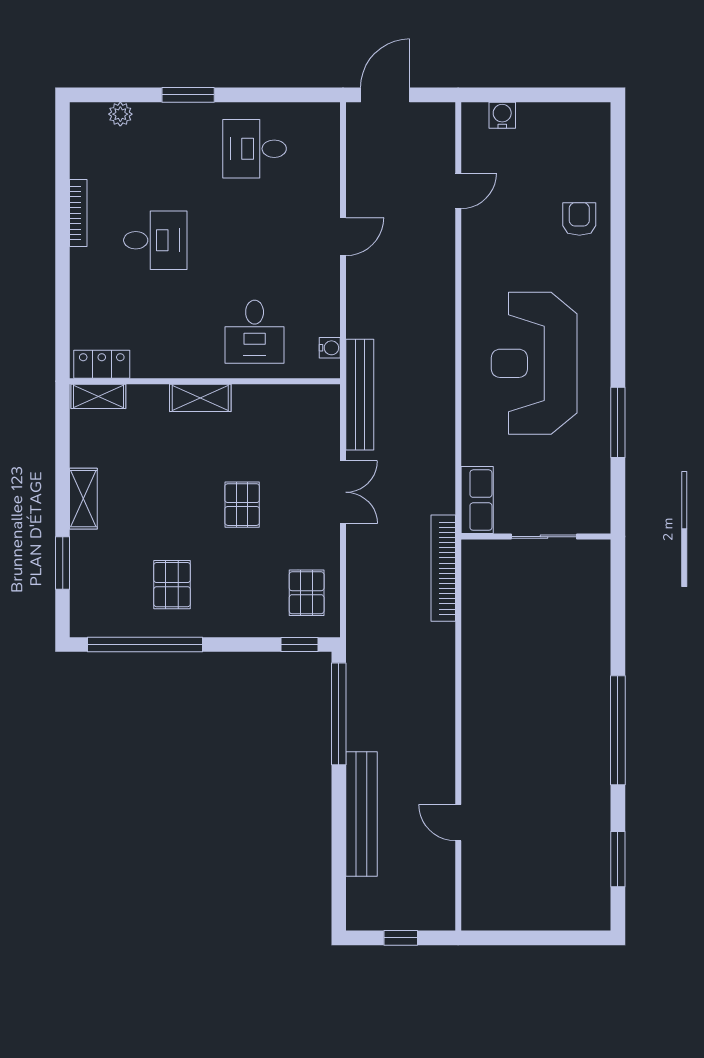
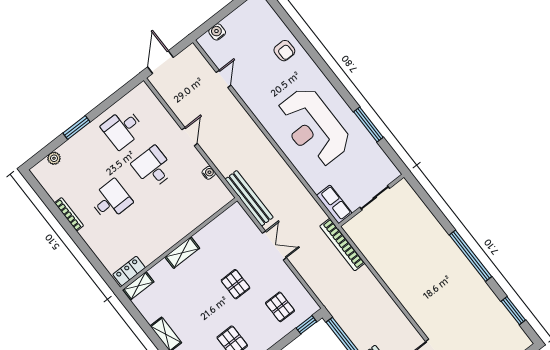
armchair: (579, 219) -> (284, 51), turned 180
desk: (255, 332) -> (153, 167), moved, turned 180
water cooler: (330, 348) -> (209, 173), moved
pallet: (307, 593) -> (280, 307), moved

